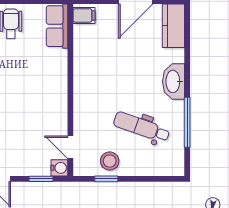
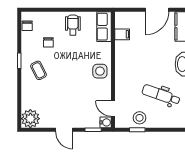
filing cabinet: (84, 15) -> (122, 34), moved
side table: (51, 92) -> (100, 71), added

